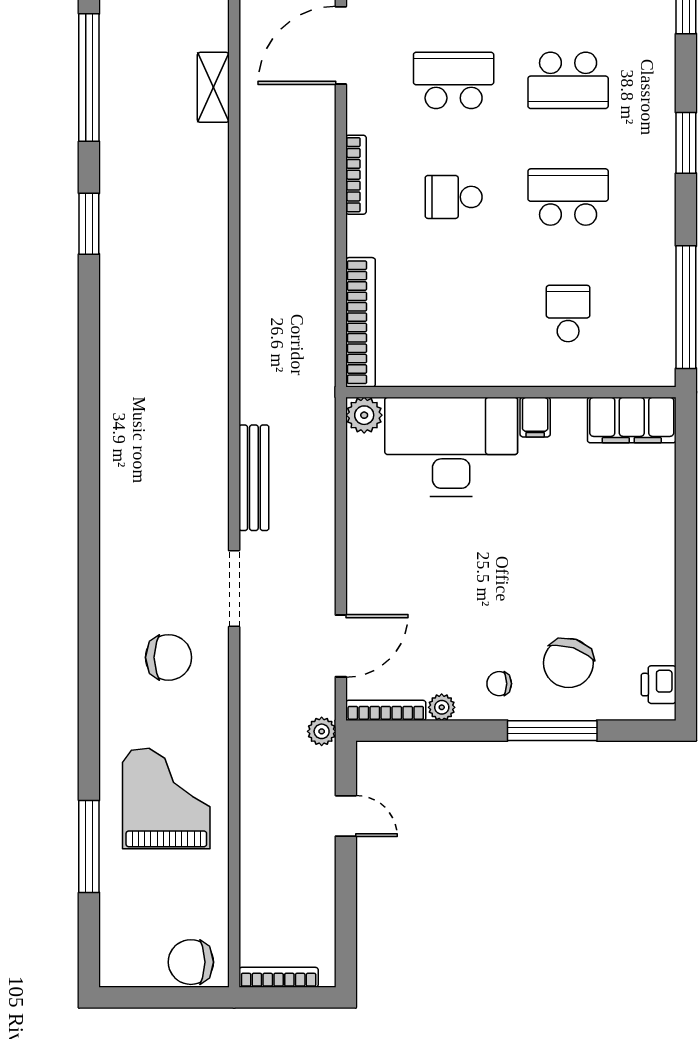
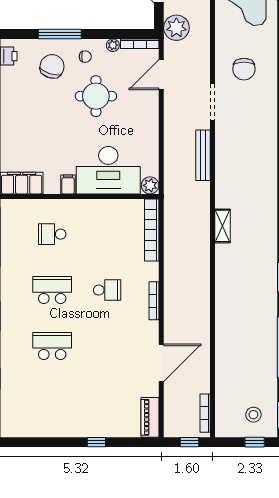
school desk: (454, 80) -> (107, 346), removed
shelving: (213, 87) -> (222, 226), moved
school desk: (568, 197) -> (52, 290), turned 180
school desk: (568, 314) -> (52, 234), turned 90
round table: (477, 601) -> (96, 96), added
chair: (169, 657) -> (244, 69), turned -90
plant: (322, 731) -> (176, 28), width x1.88, depth x1.88

